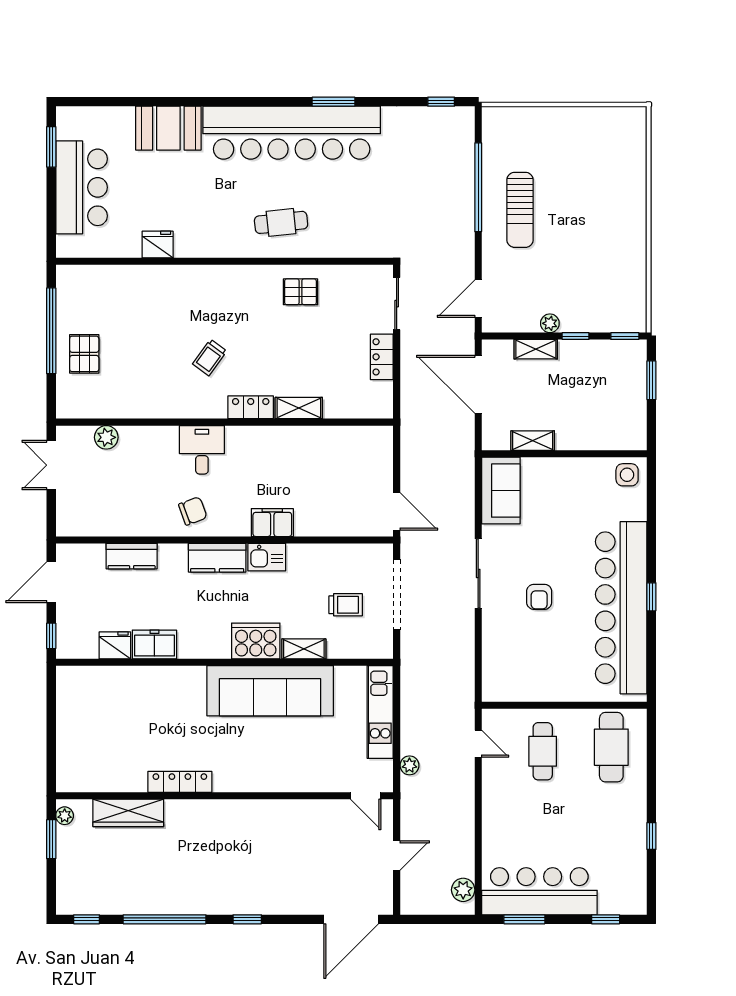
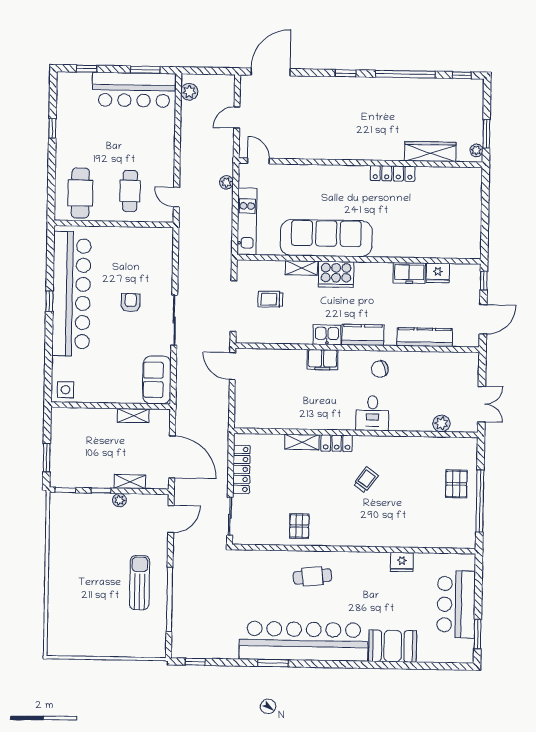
pallet: (300, 292) -> (299, 526), turned 90
locker: (382, 357) -> (241, 469), width x1.53
kitchen counter: (132, 556) -> (425, 337), width x1.50

